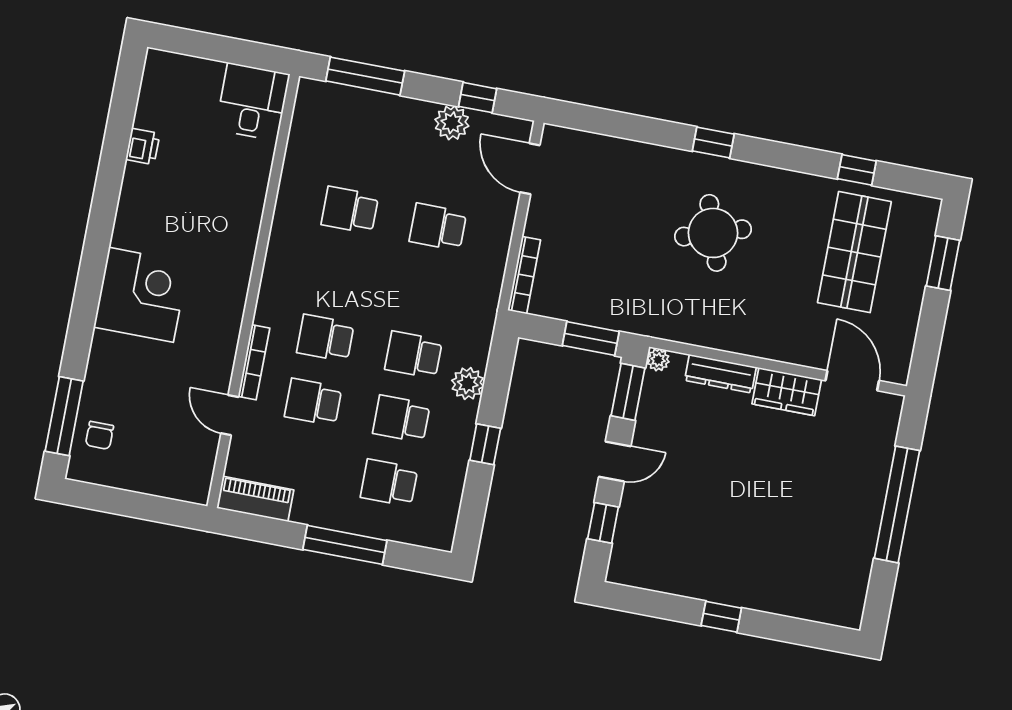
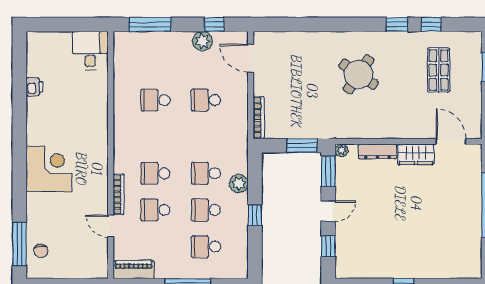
window: (713, 142) -> (397, 24), moved
round table: (713, 233) -> (358, 74), turned -38
shop shelf: (854, 252) -> (439, 70), width x0.70, depth x0.74

